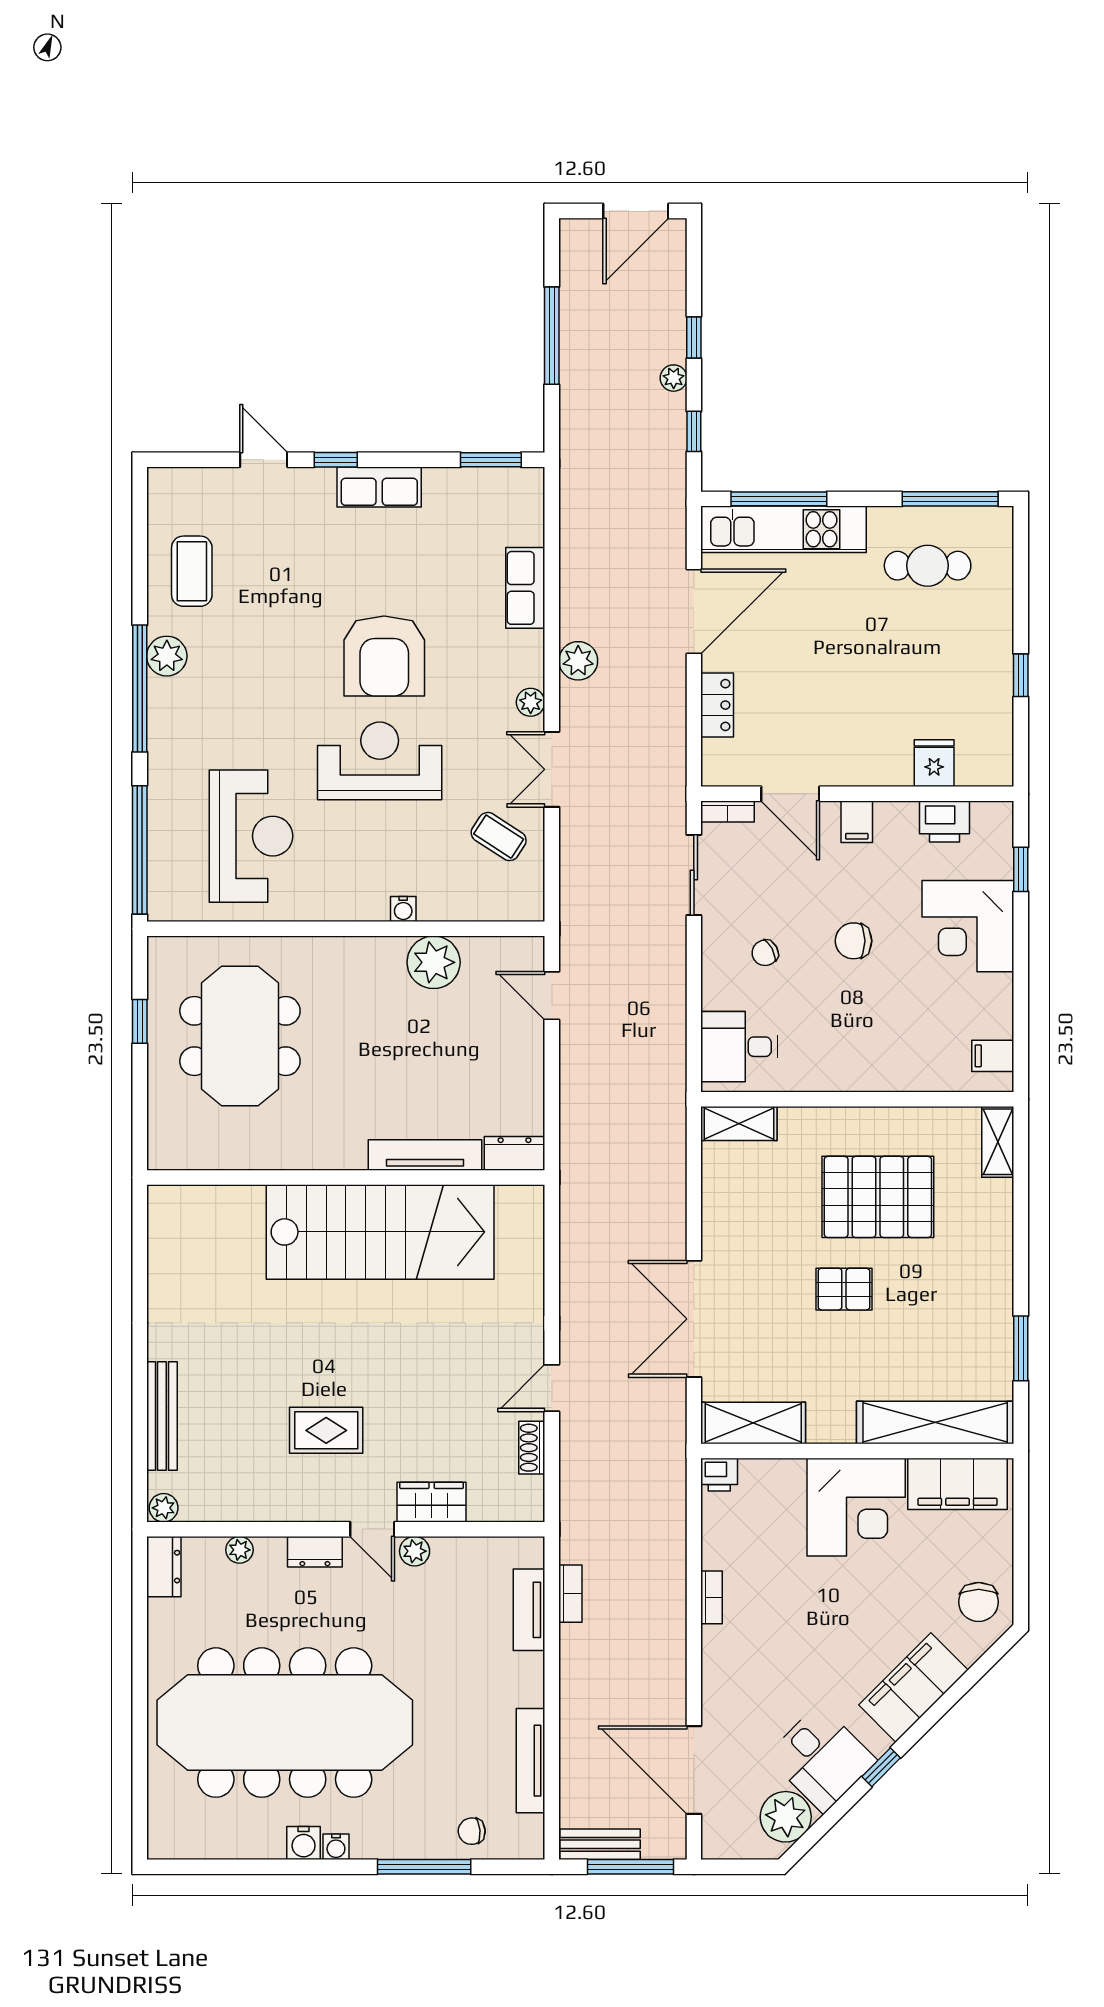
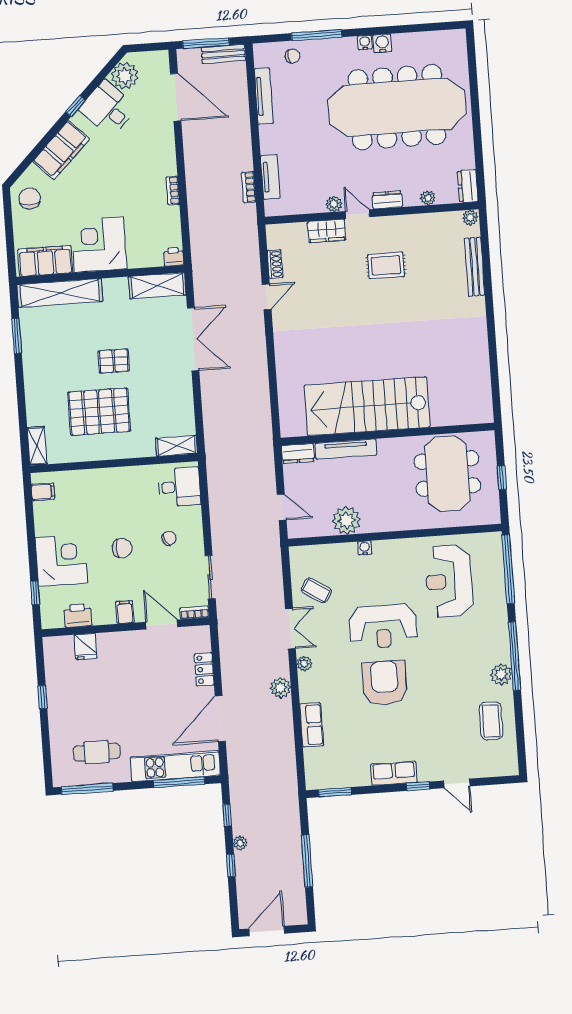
dresser: (515, 1153) -> (298, 453), moved
tv unit: (425, 1155) -> (346, 449), moved
wall: (346, 1177) -> (388, 434), moved
stairs: (380, 1232) -> (367, 406), moved

